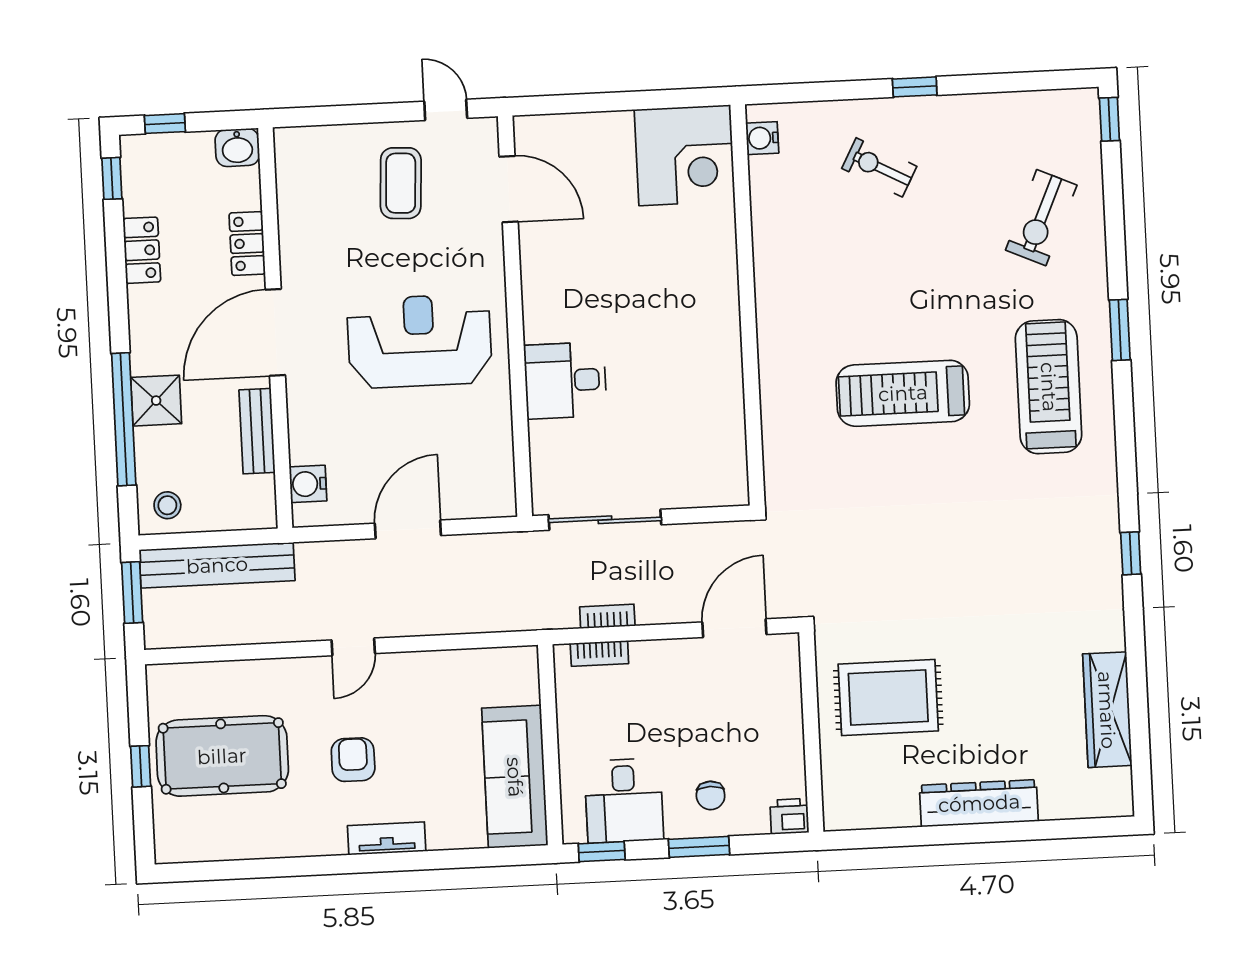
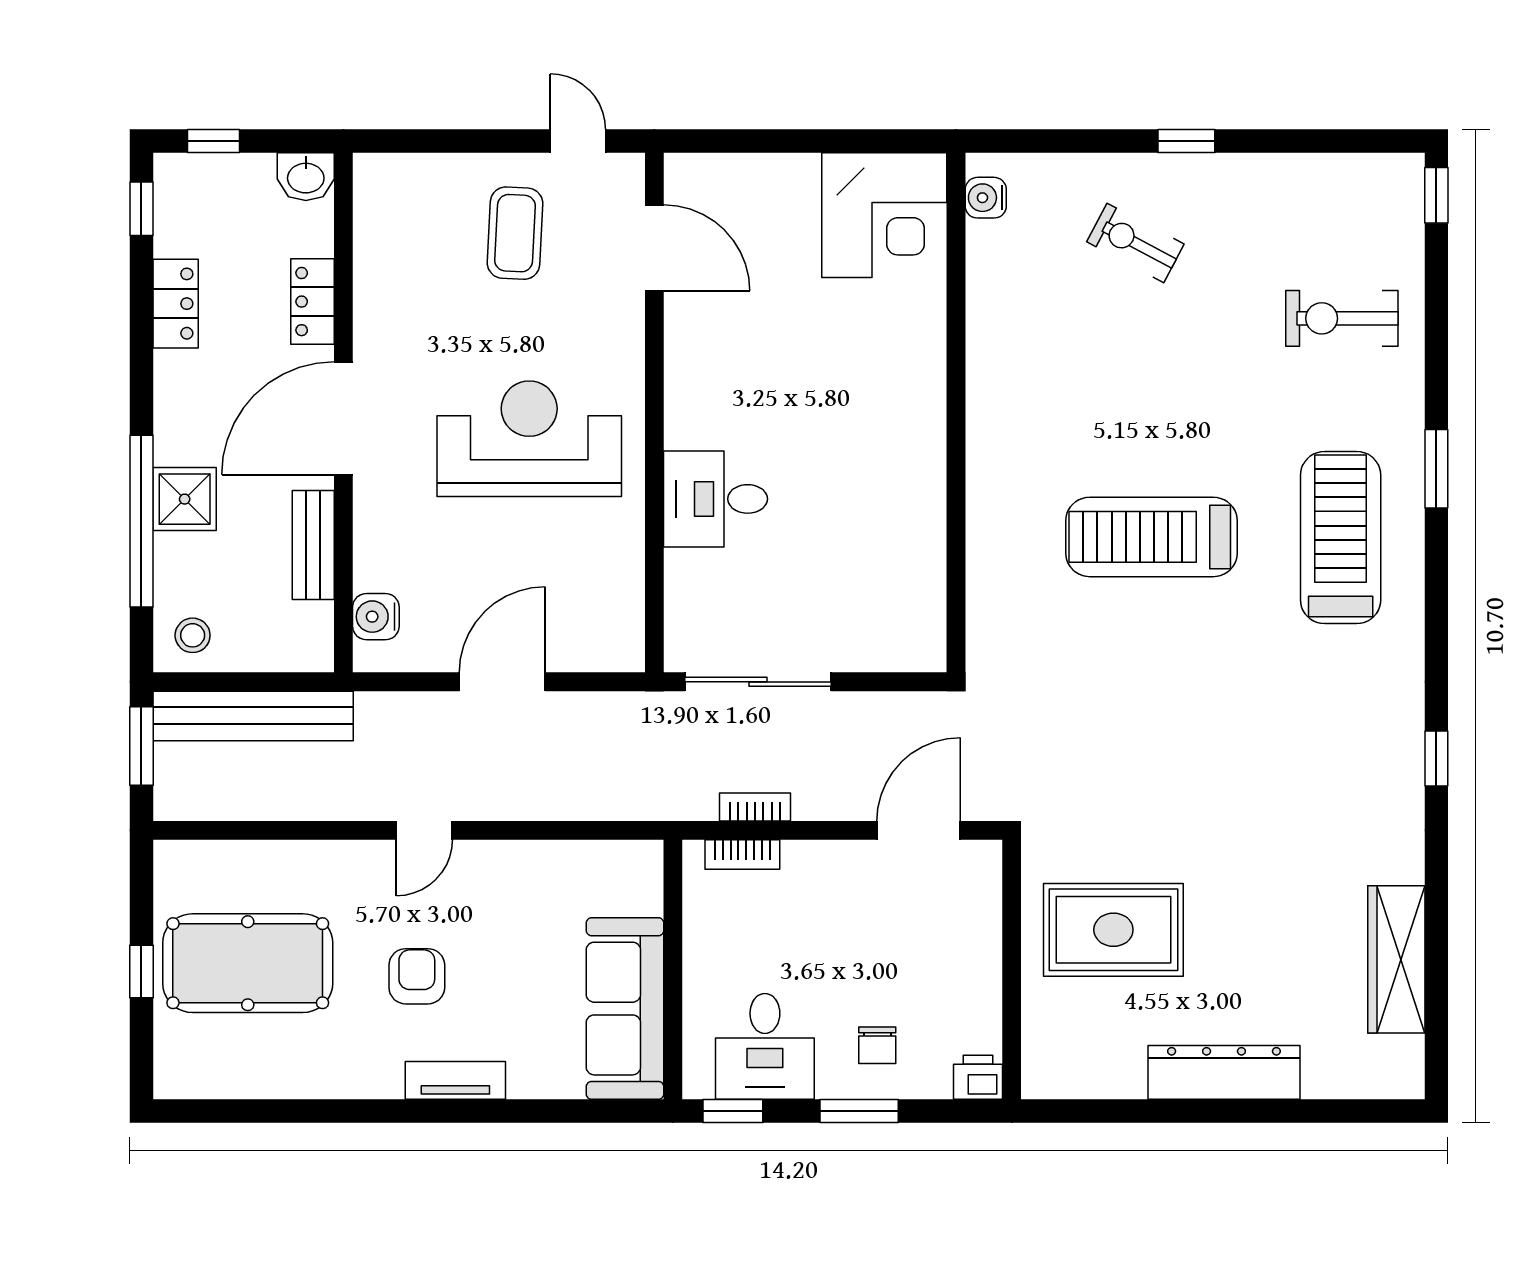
exercise bike: (1041, 218) -> (1342, 318), turned 66

